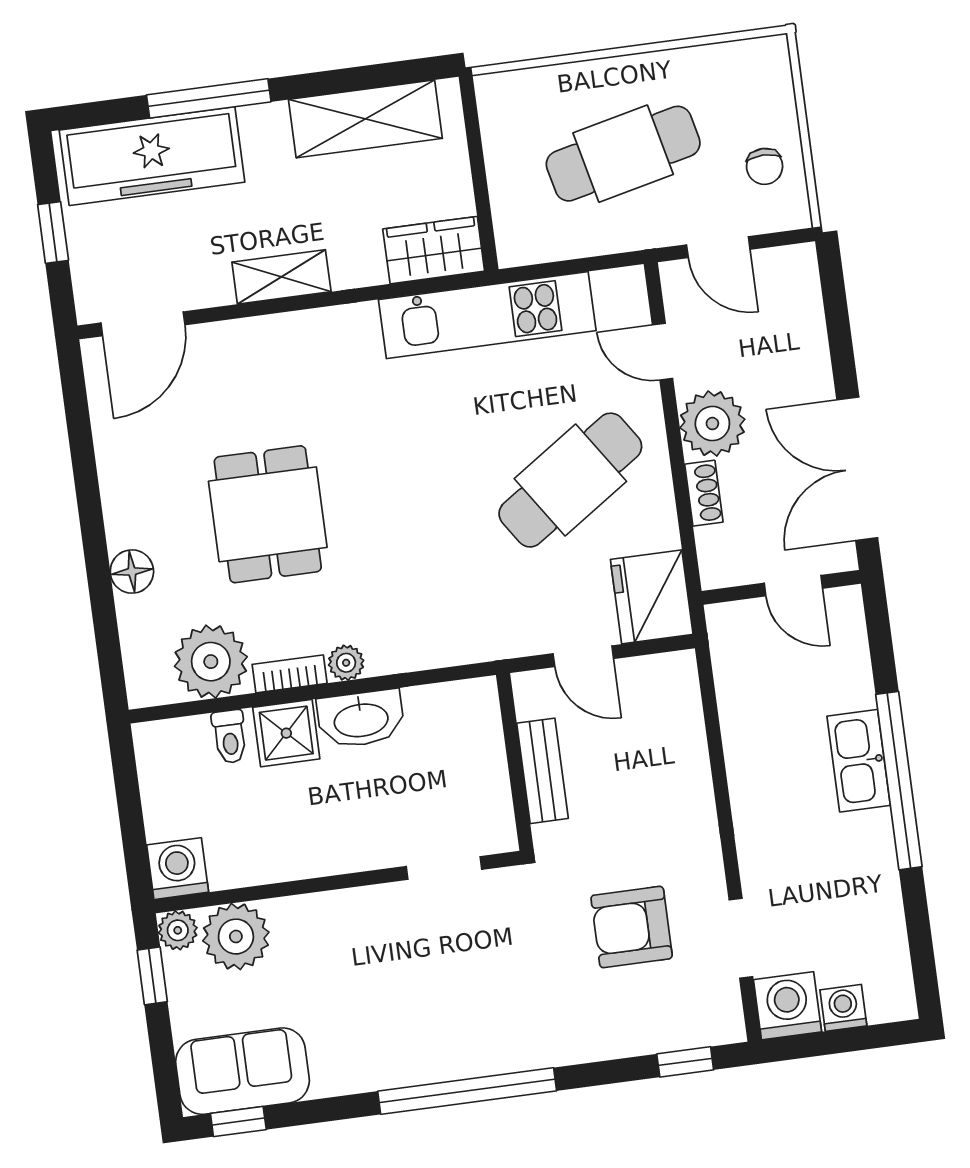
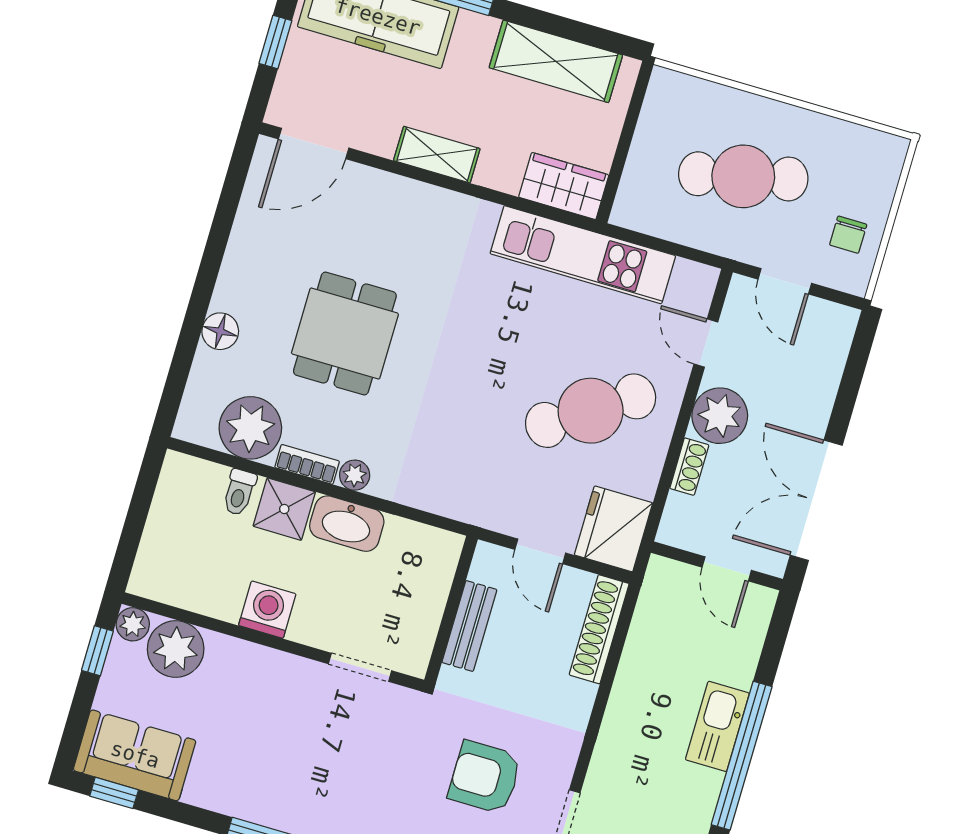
shoe rack: (684, 712) -> (599, 629), added
washing machine: (178, 869) -> (267, 610), moved

